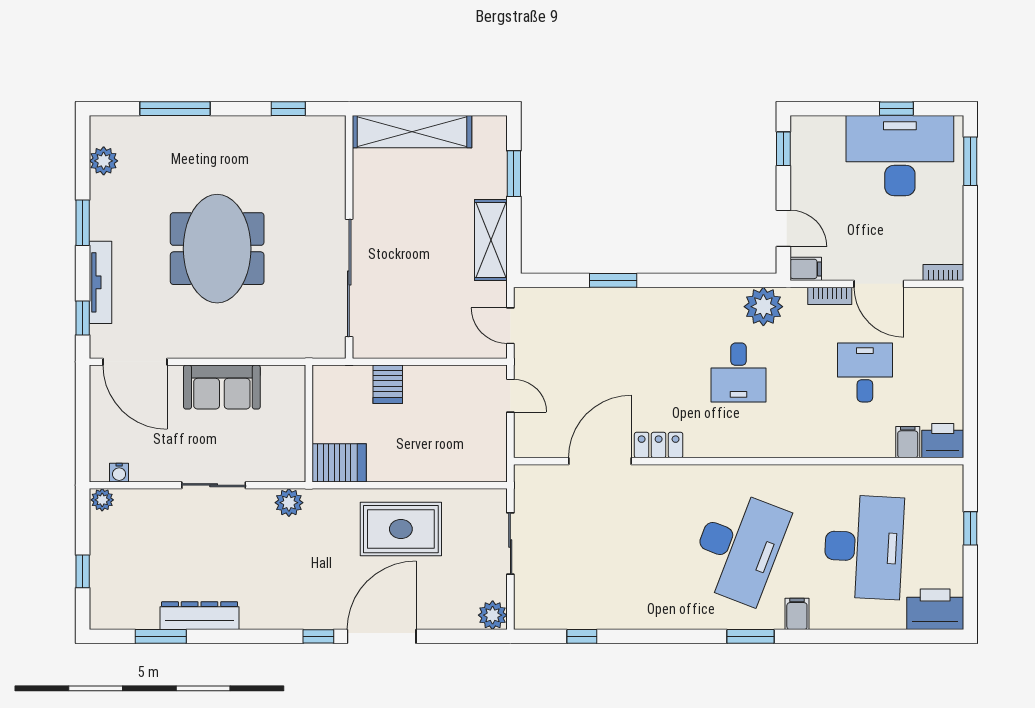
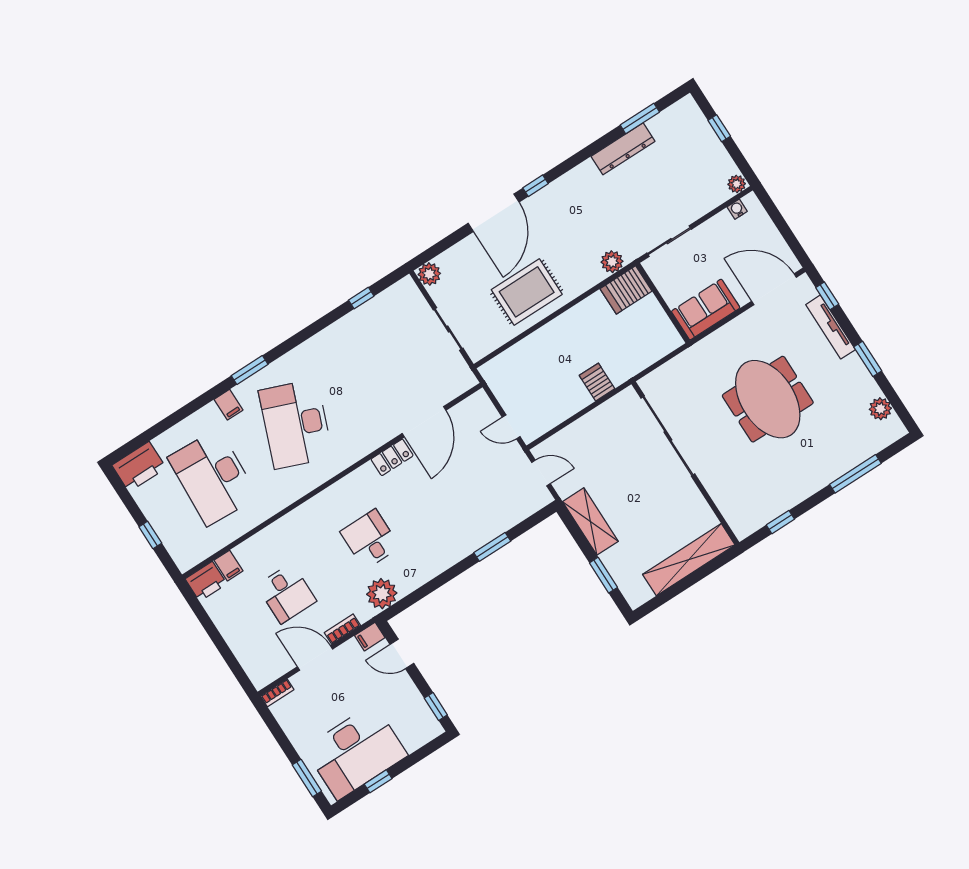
wall: (309, 423) -> (663, 303), moved
server rack: (339, 463) -> (626, 290), moved

